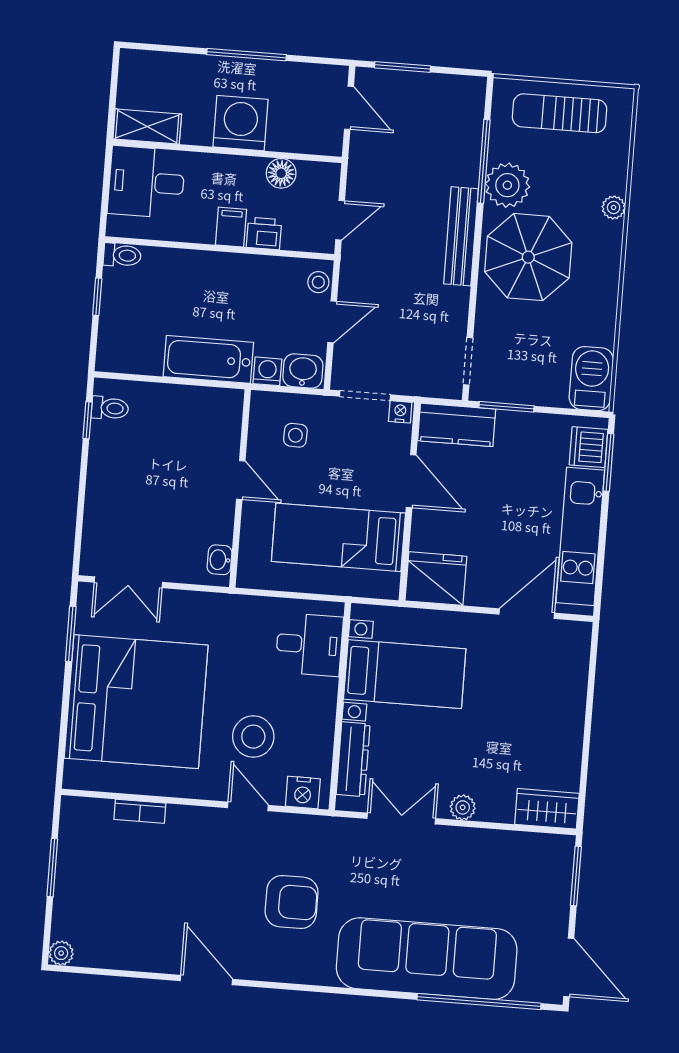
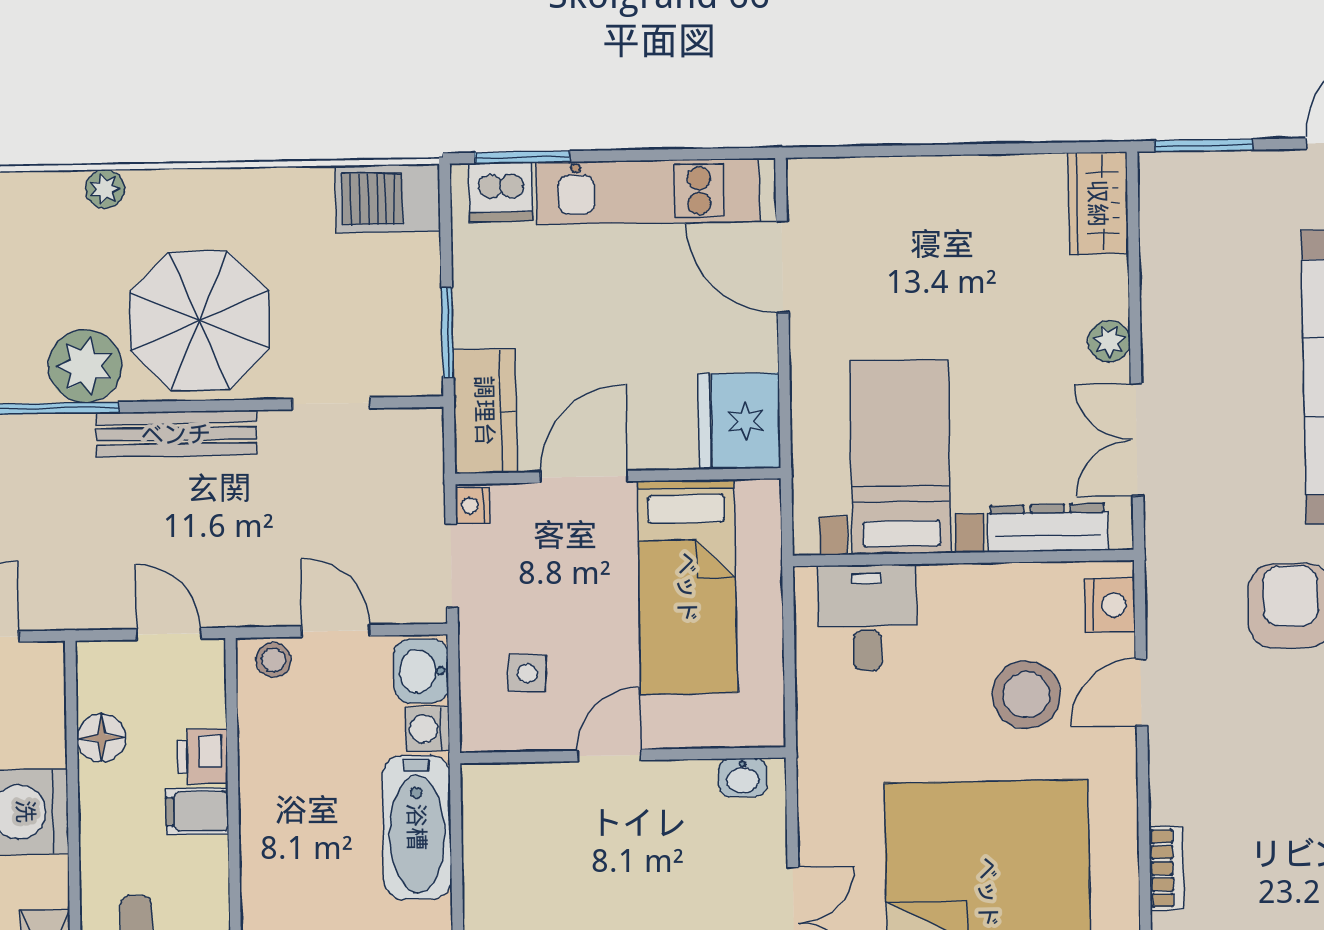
doorway: (468, 361) -> (331, 404), moved

